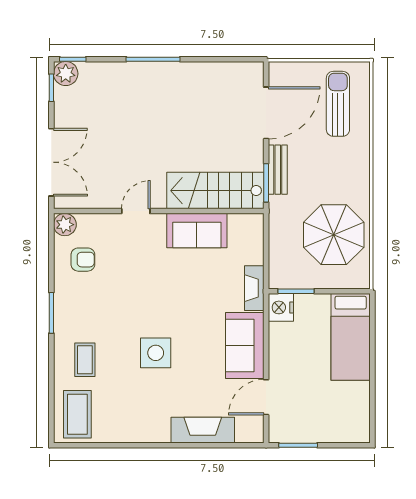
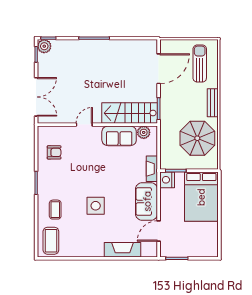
bench: (278, 170) -> (213, 103), moved
plant: (65, 225) -> (144, 132), moved
bed: (351, 337) -> (201, 197), width x1.50

